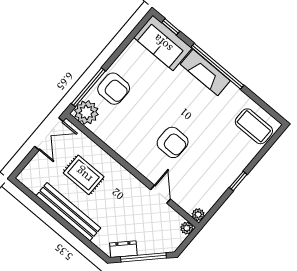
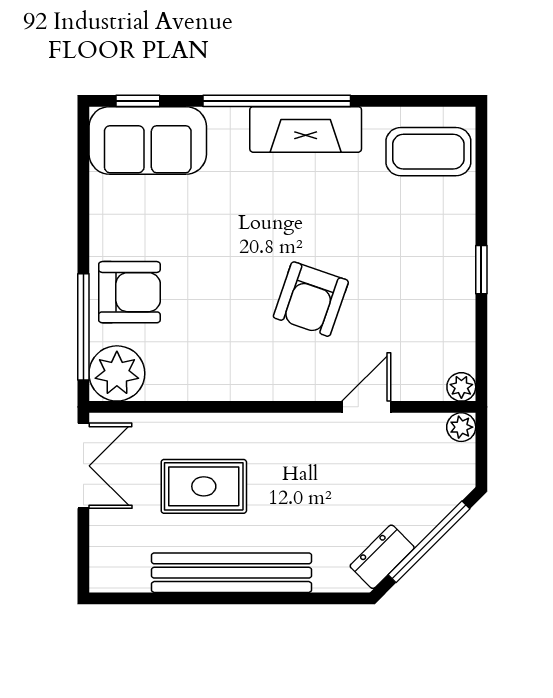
fireplace: (205, 72) -> (306, 129), moved
armchair: (173, 142) -> (311, 299), turned 109
door: (161, 194) -> (366, 407), hinge flipped

